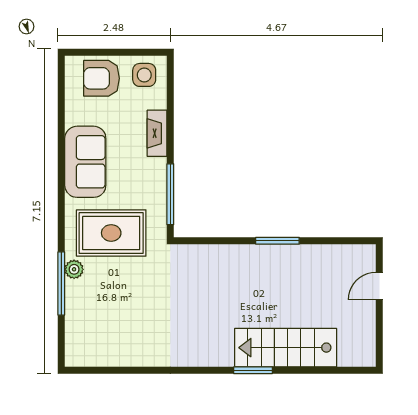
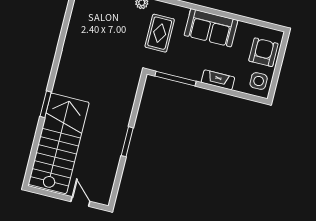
rug: (111, 233) -> (160, 33), width x0.73, depth x0.70
stairs: (286, 348) -> (59, 143), width x1.36, depth x1.51

